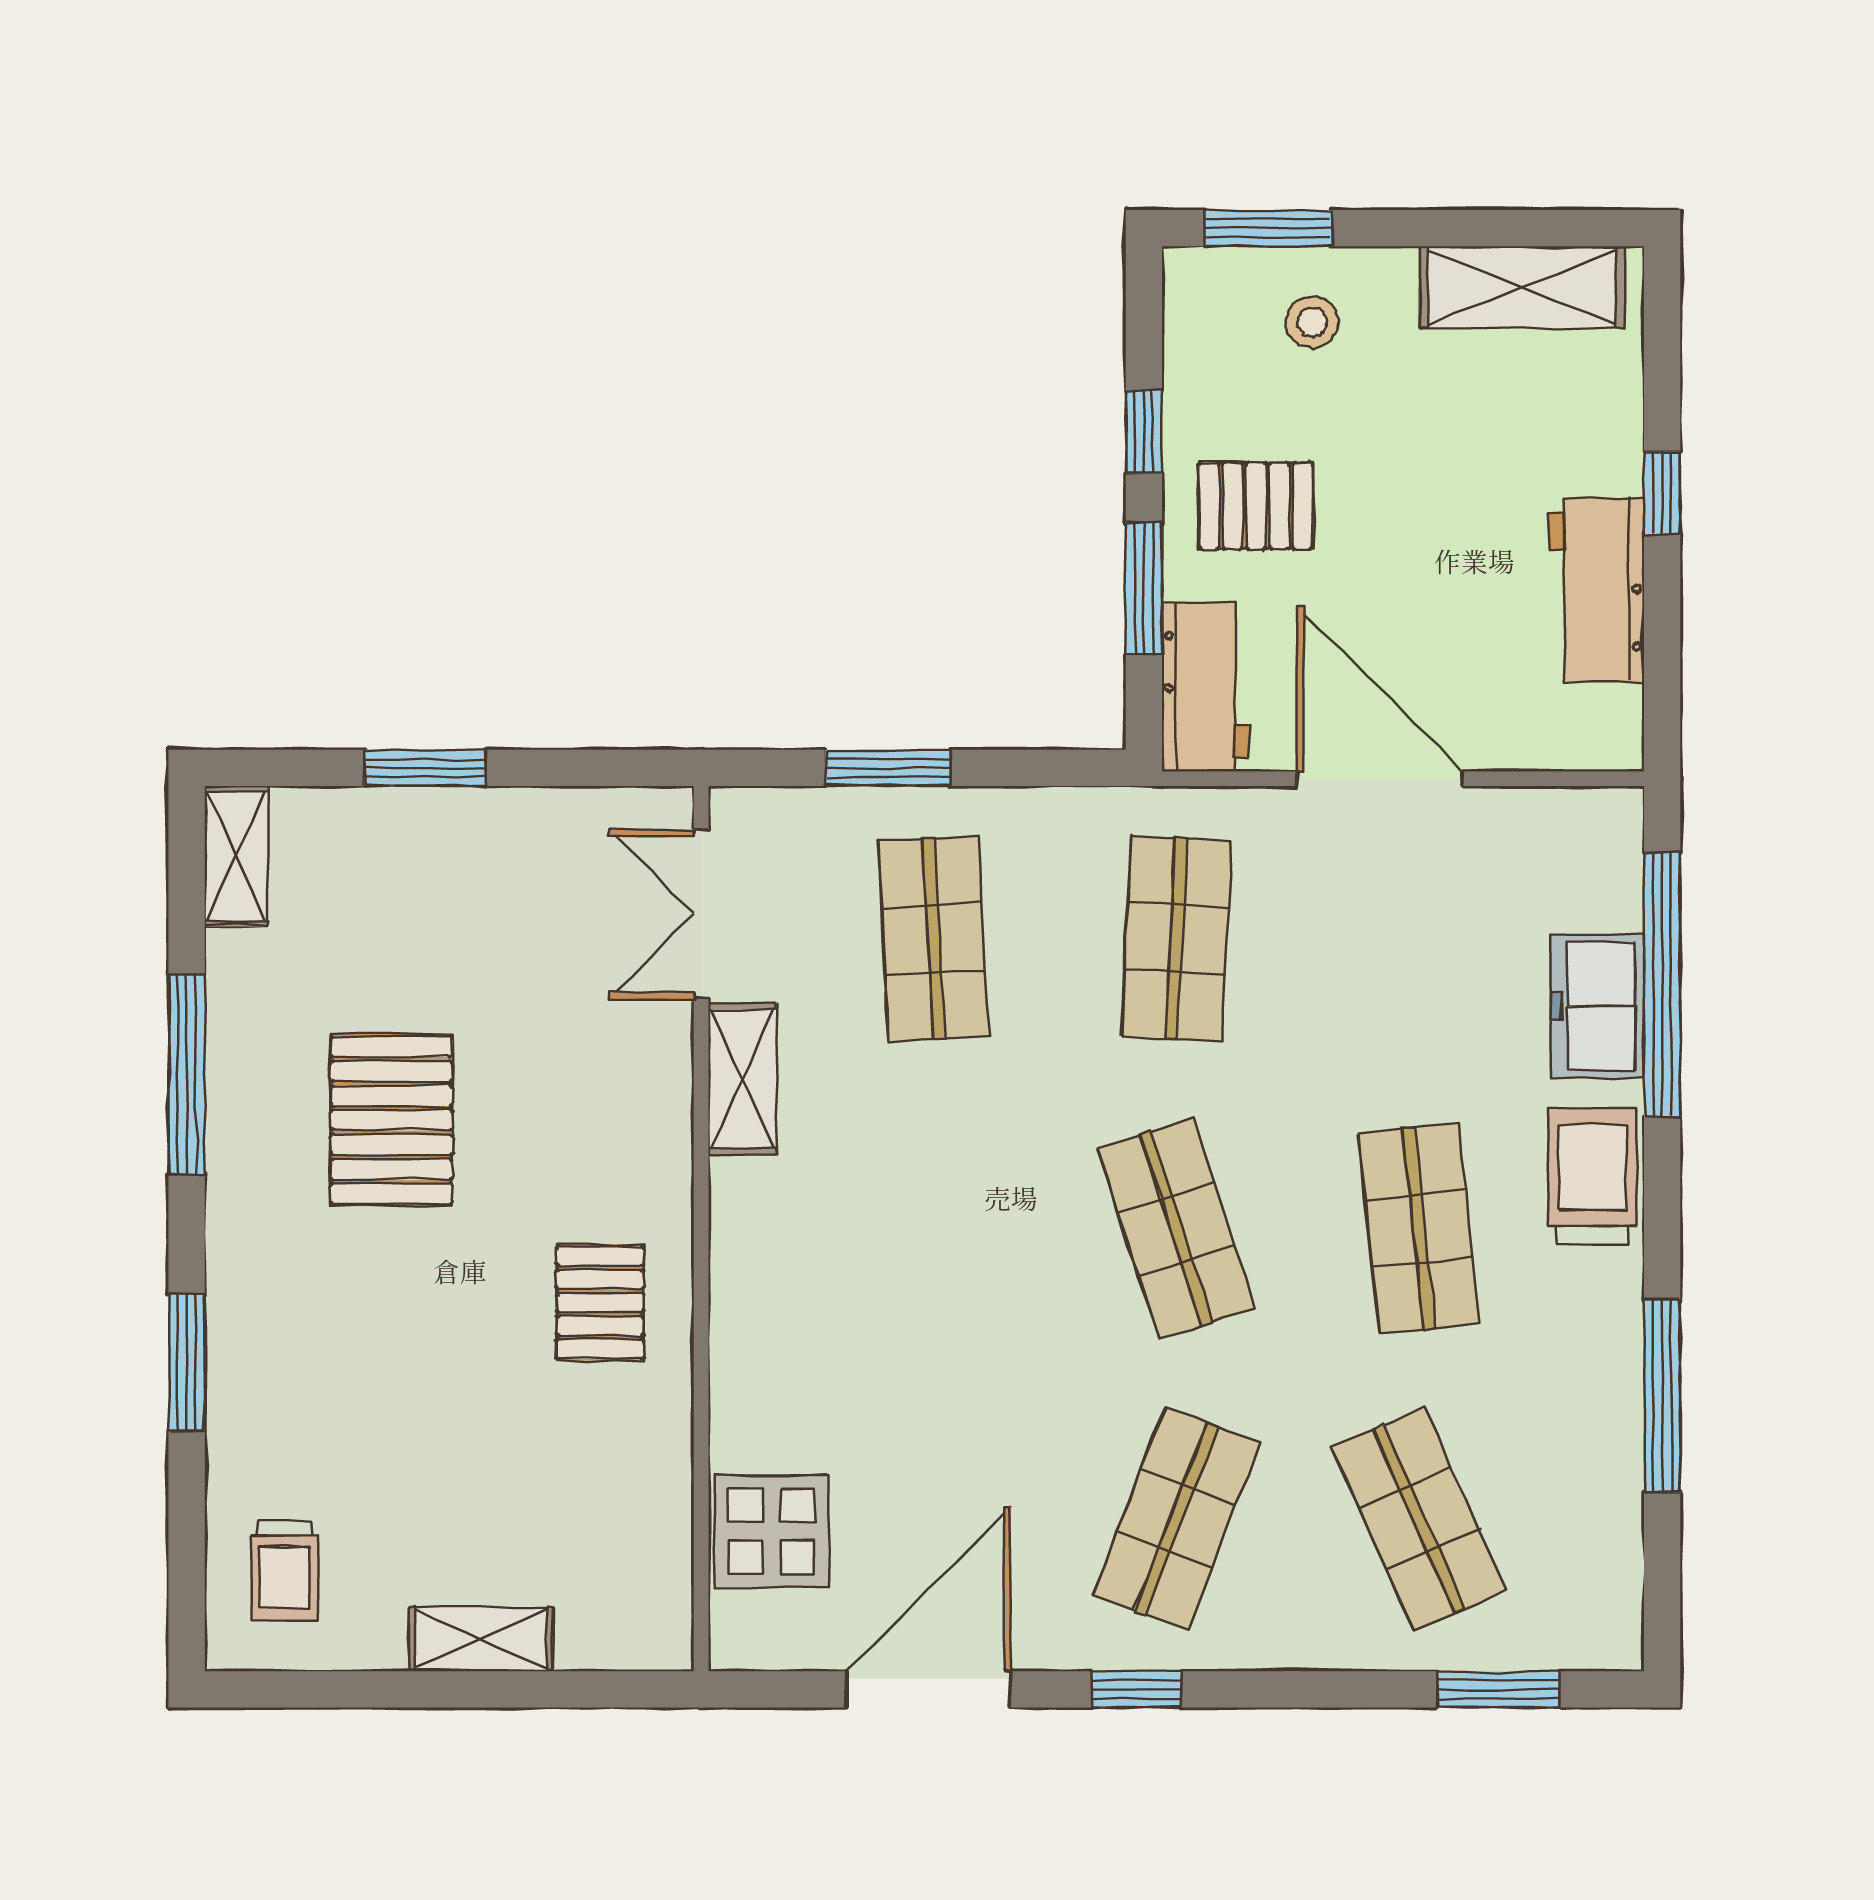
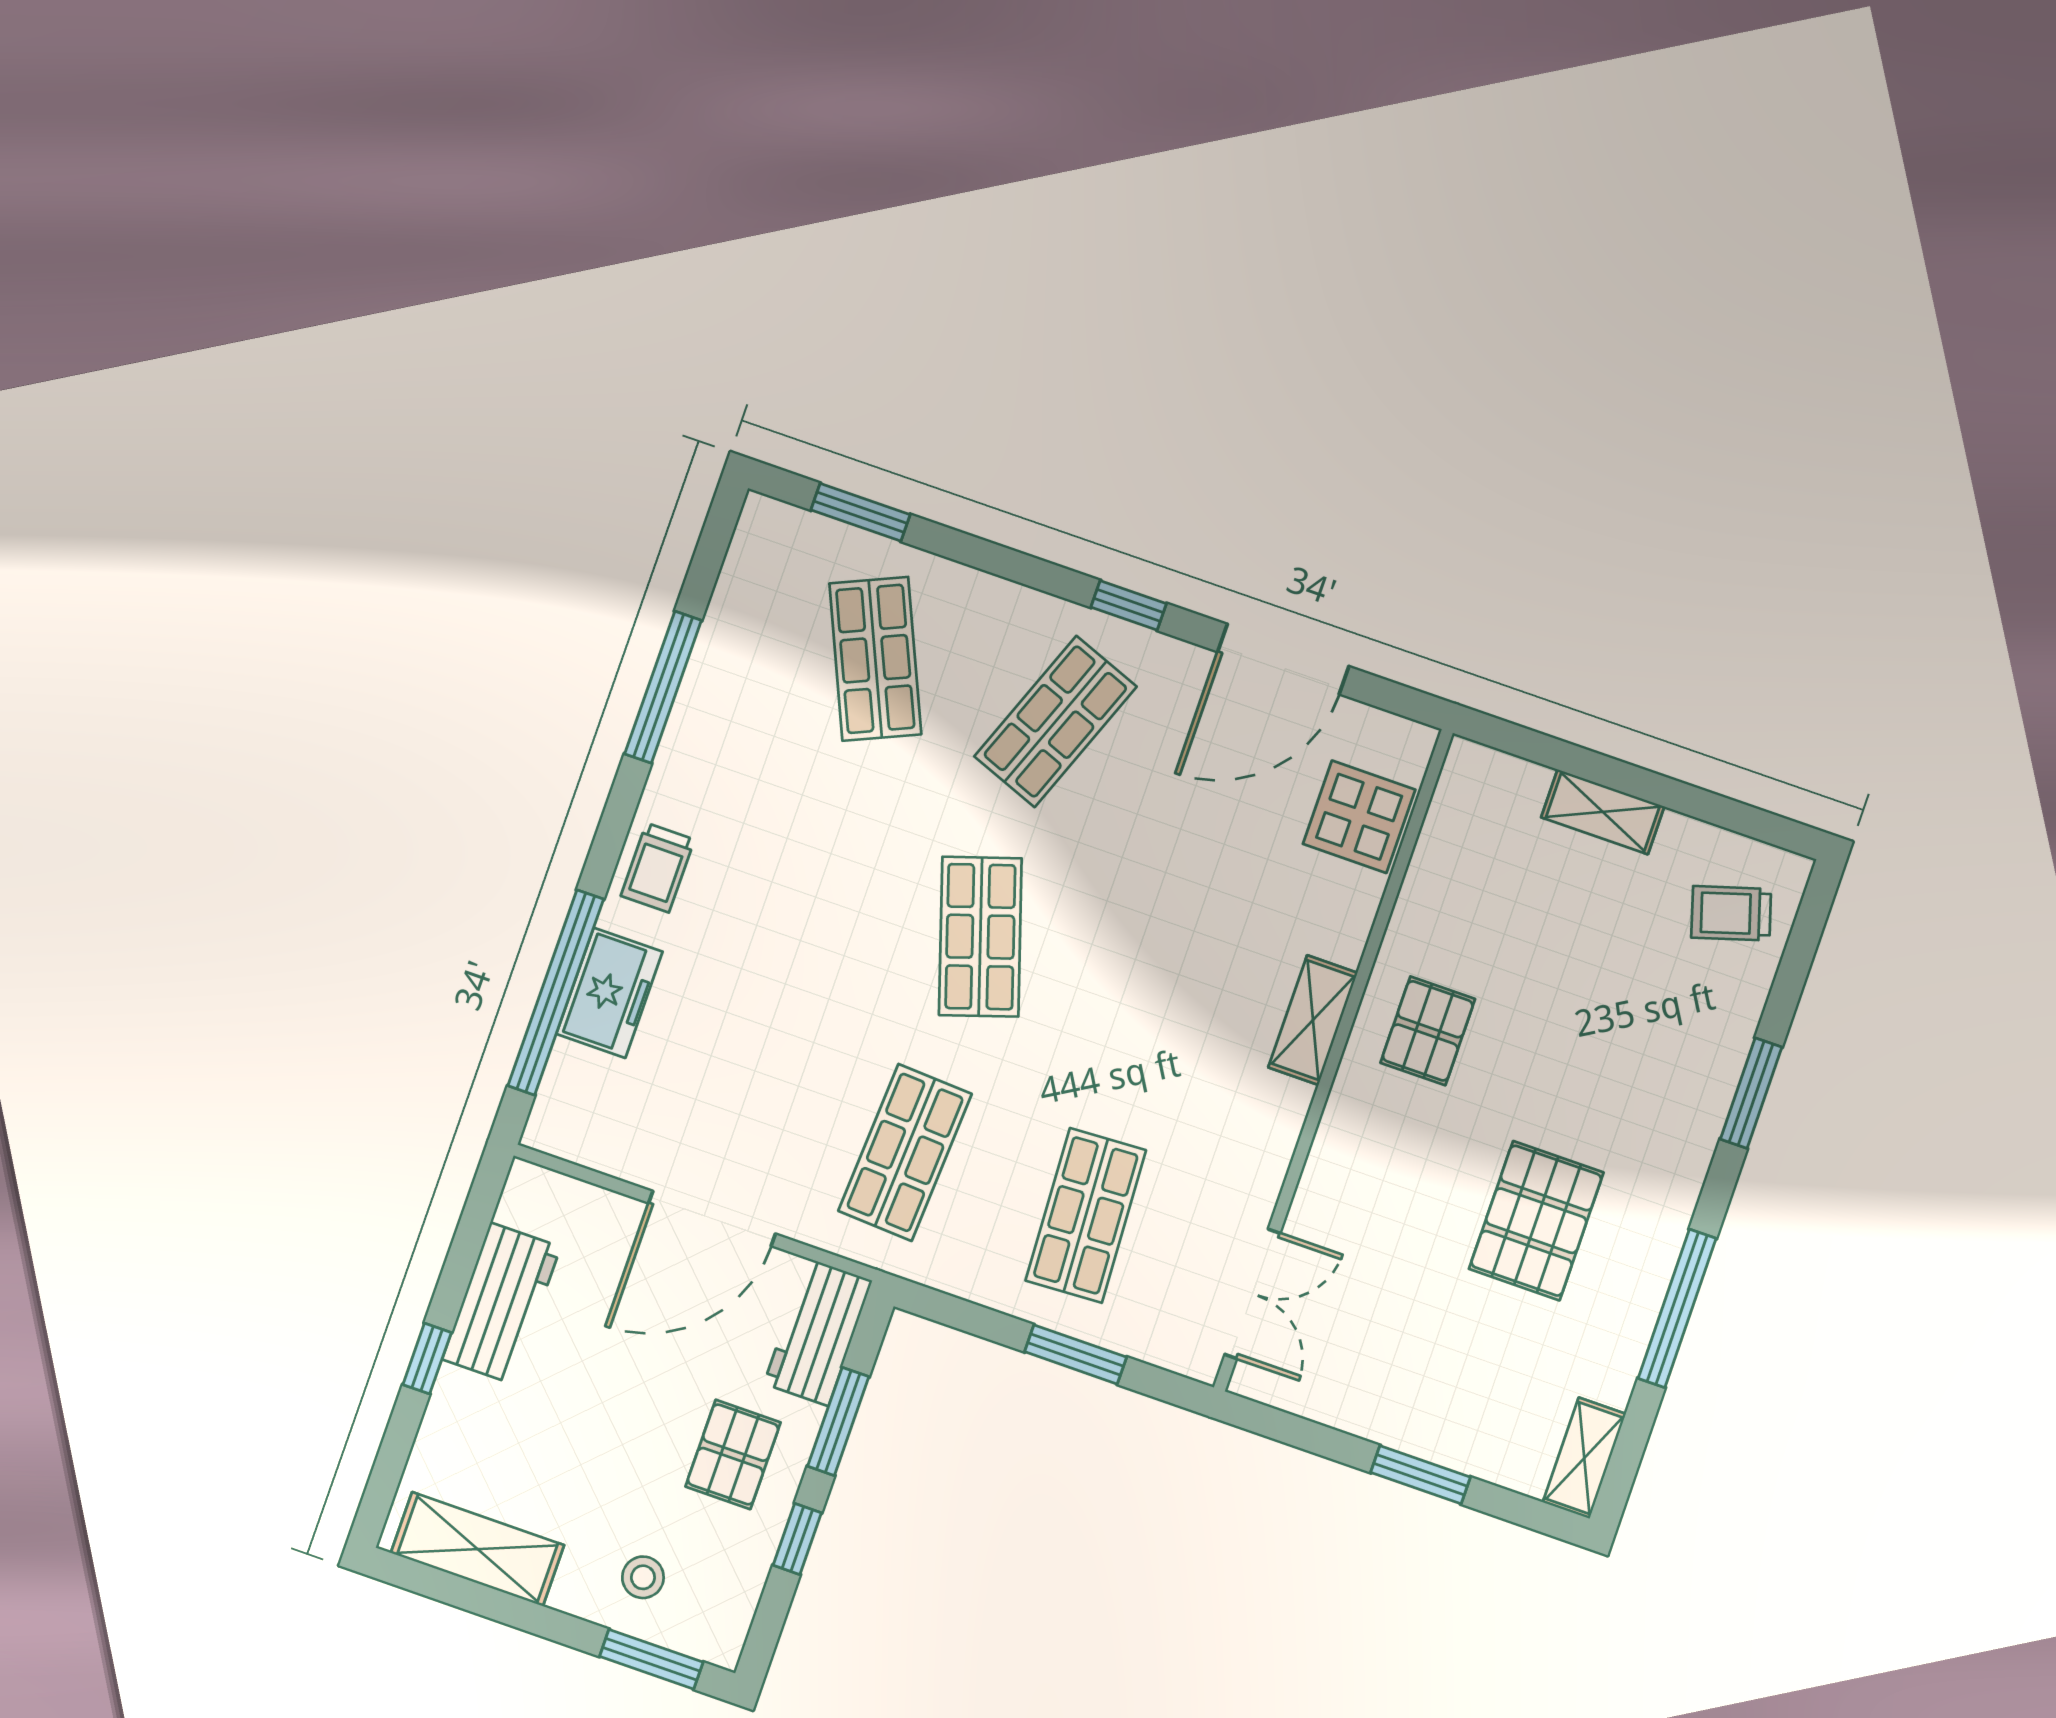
pallet: (1256, 506) -> (733, 1454), turned 90
door: (1380, 779) -> (712, 1219), hinge flipped
shelving: (742, 1079) -> (1313, 1020), moved
trolley: (1592, 1177) -> (658, 868), width x0.73, depth x0.72
shop shelf: (1419, 1229) -> (800, 874), removed
trolley: (285, 1571) -> (1731, 913), turned -107

